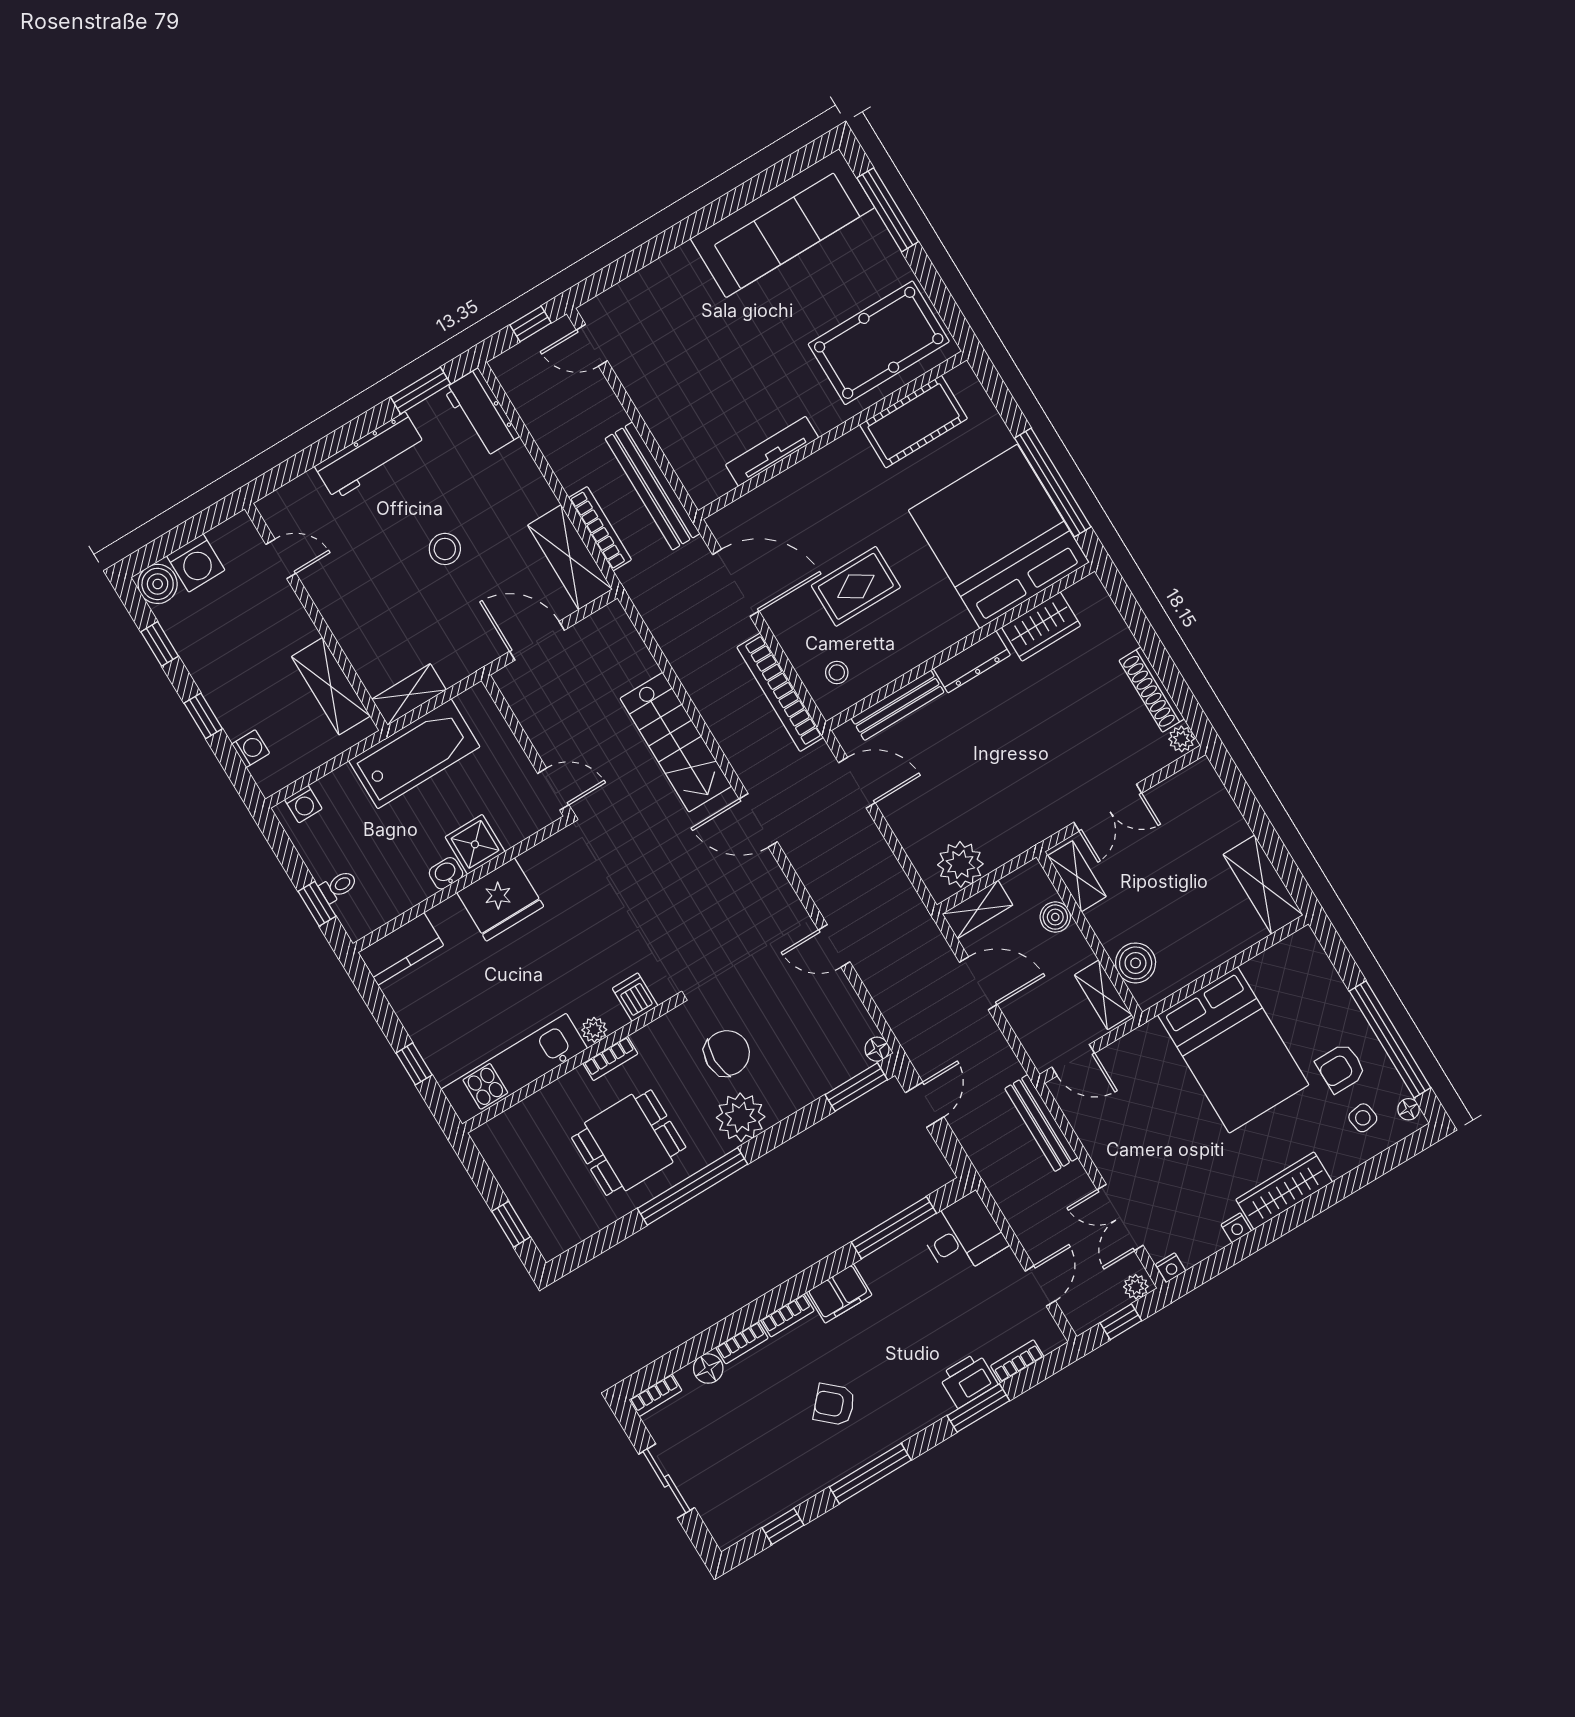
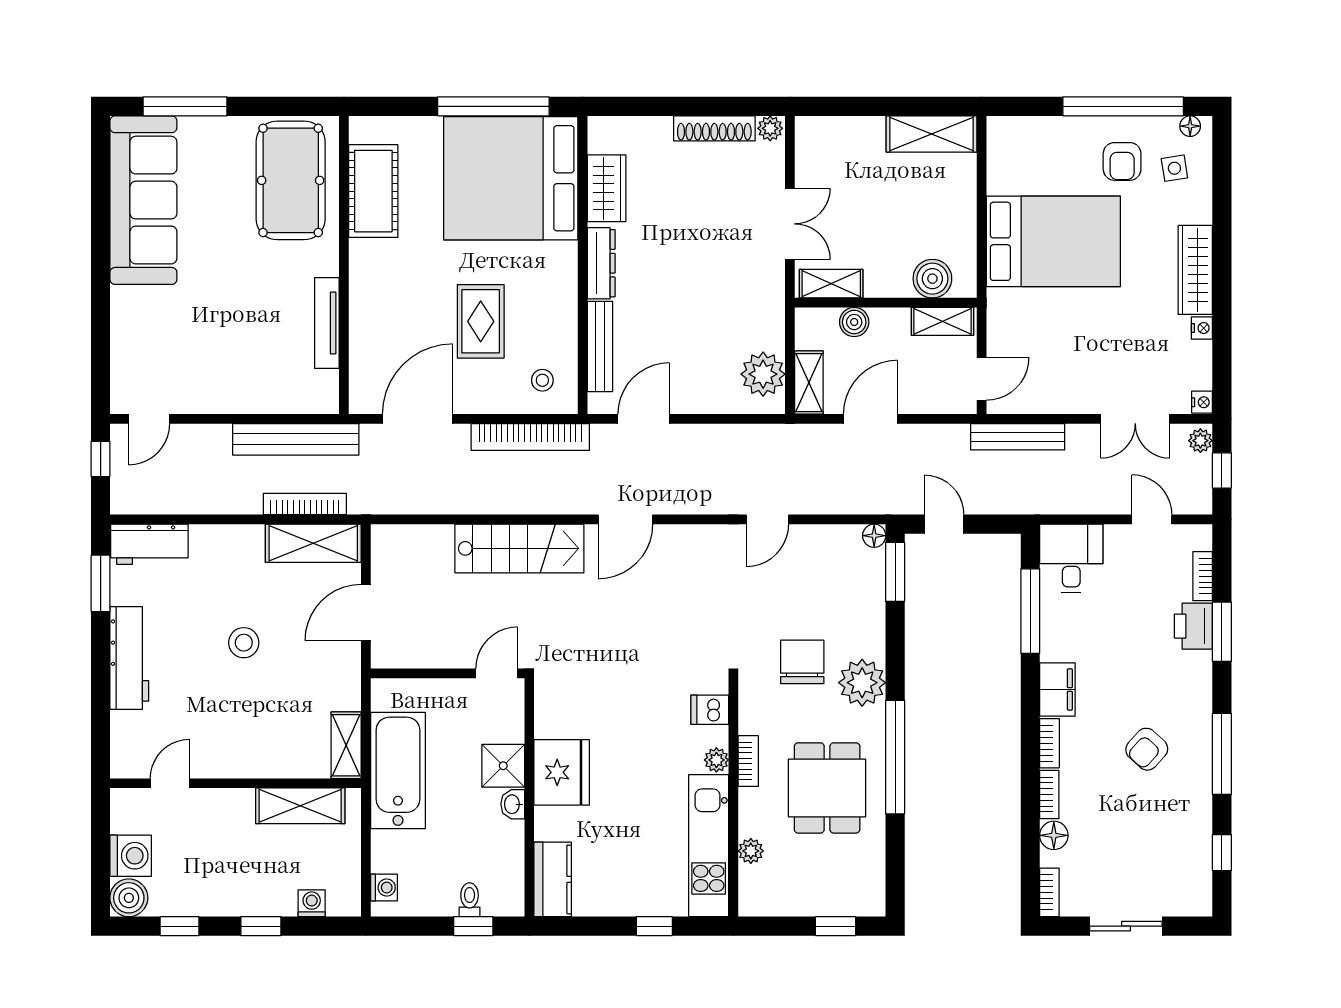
plant: (532, 1109) -> (751, 851), added

